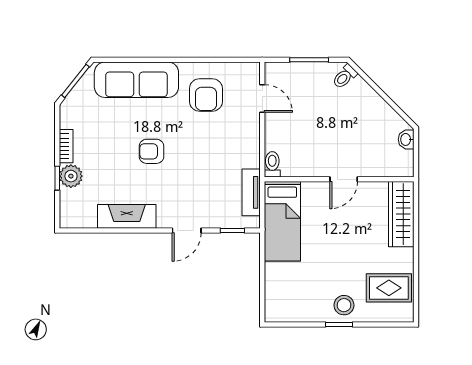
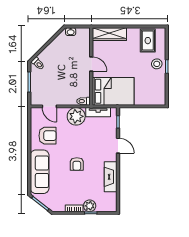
door: (262, 98) -> (49, 106), swing flipped
plant: (243, 150) -> (76, 116), added
bed: (282, 221) -> (113, 91), width x1.50

